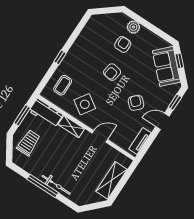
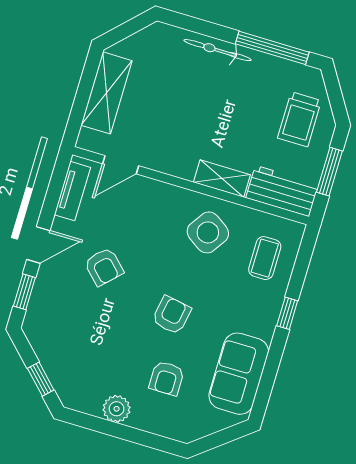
plant: (133, 27) -> (117, 409), moved
sofa: (166, 66) -> (239, 374), moved, turned -135
door: (100, 136) -> (121, 165), moved
window: (43, 186) -> (272, 48), moved

